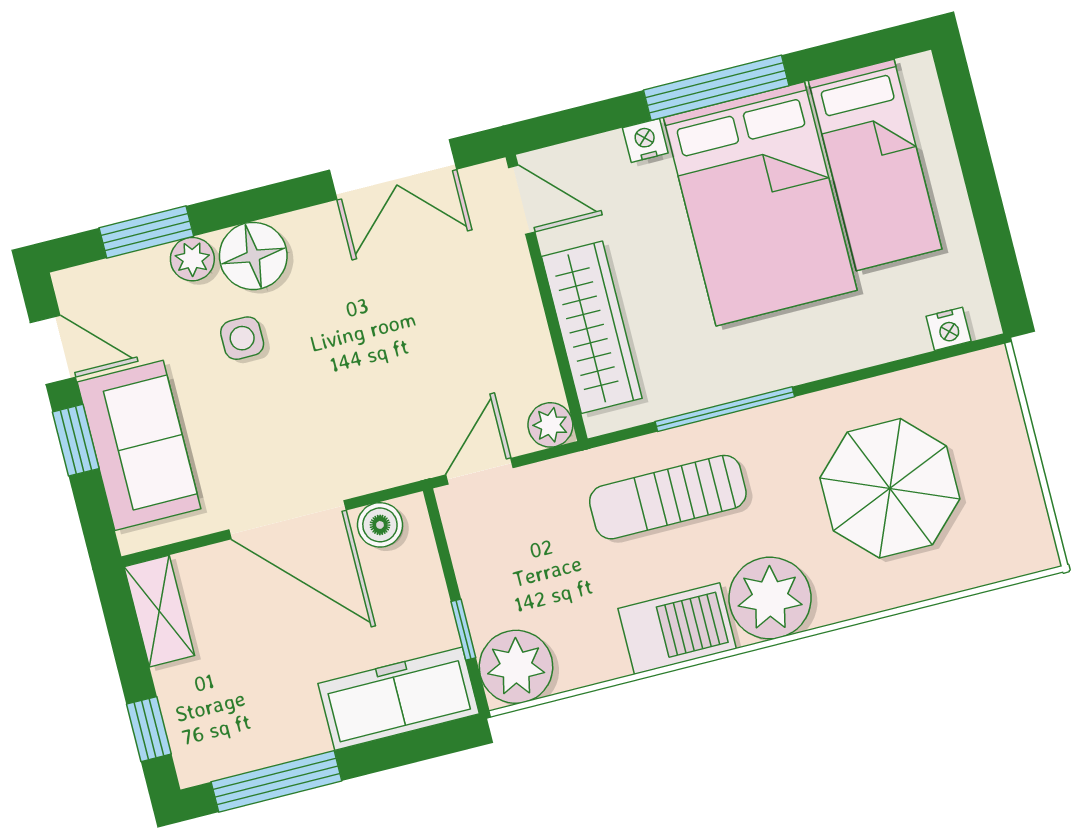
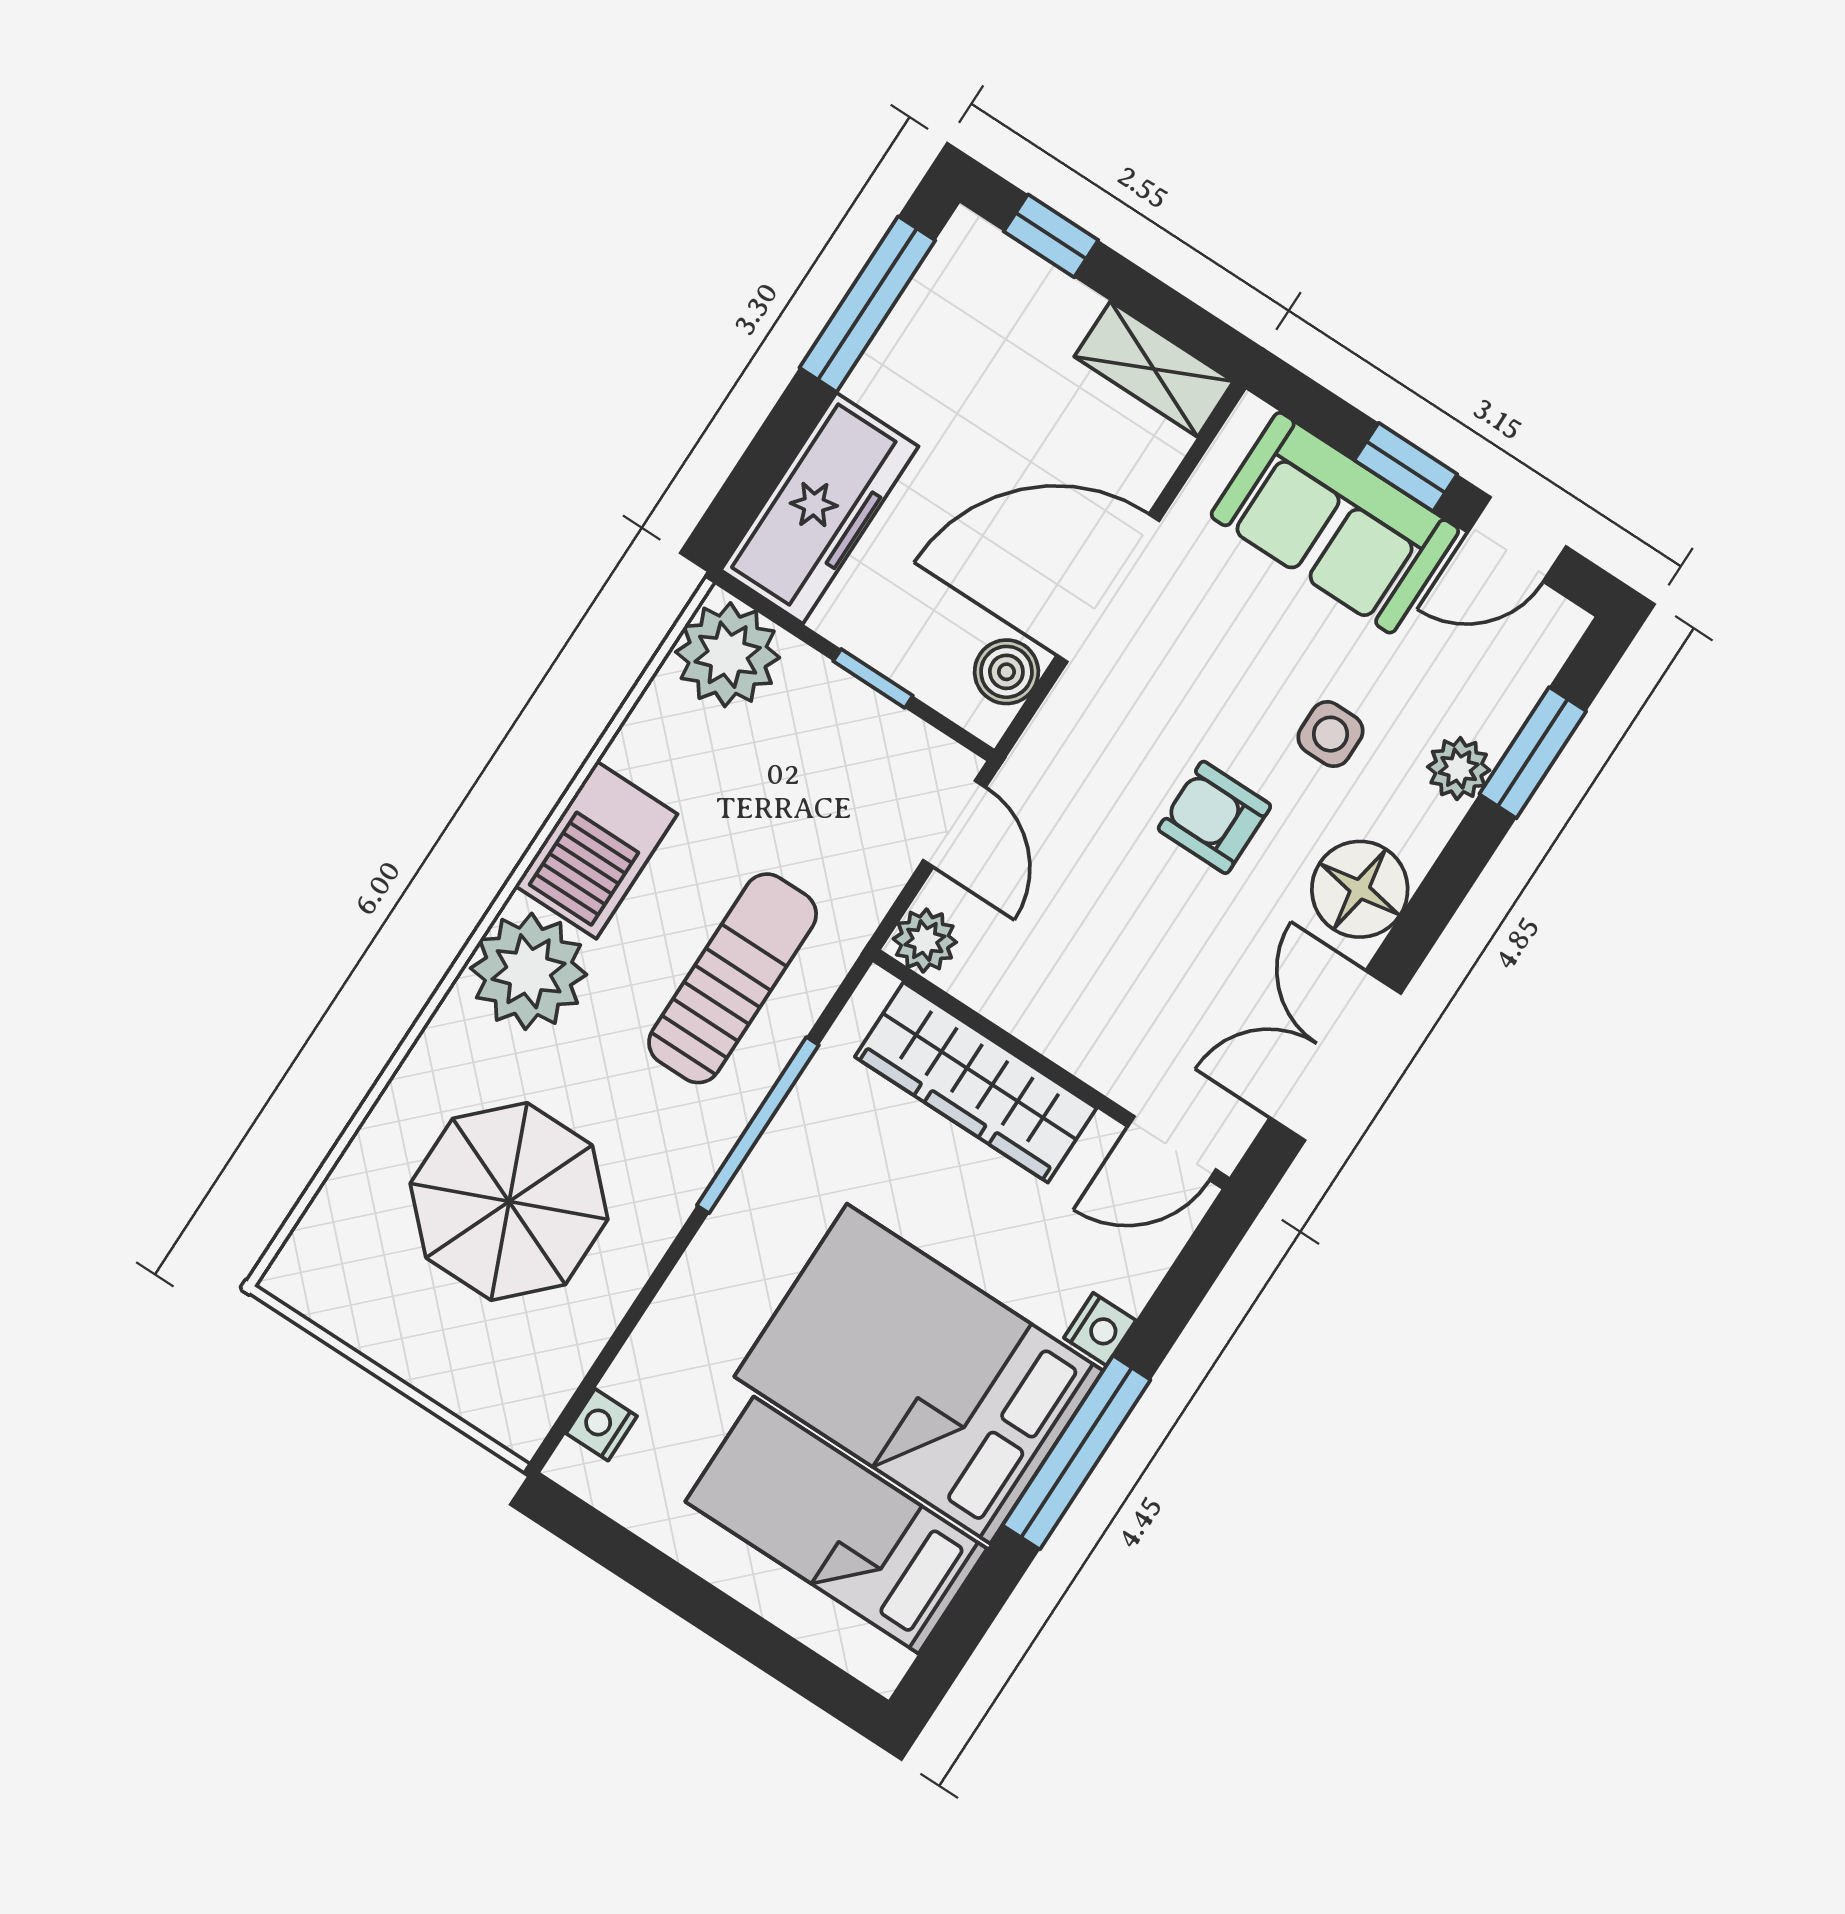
floor lamp: (253, 256) -> (1360, 889), moved
armchair: (342, 350) -> (1214, 817), added
window: (463, 630) -> (873, 678), moved

